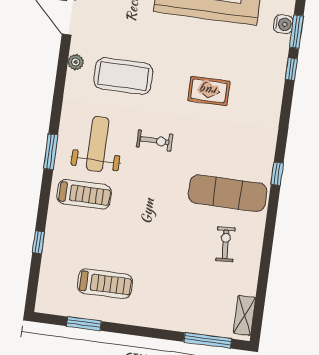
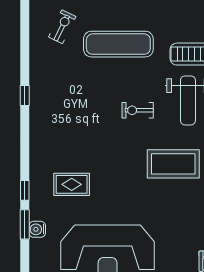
rug: (209, 91) -> (72, 184), moved
exercise mat: (228, 193) -> (118, 44), moved
exercise bike: (225, 244) -> (62, 27), turned -150

